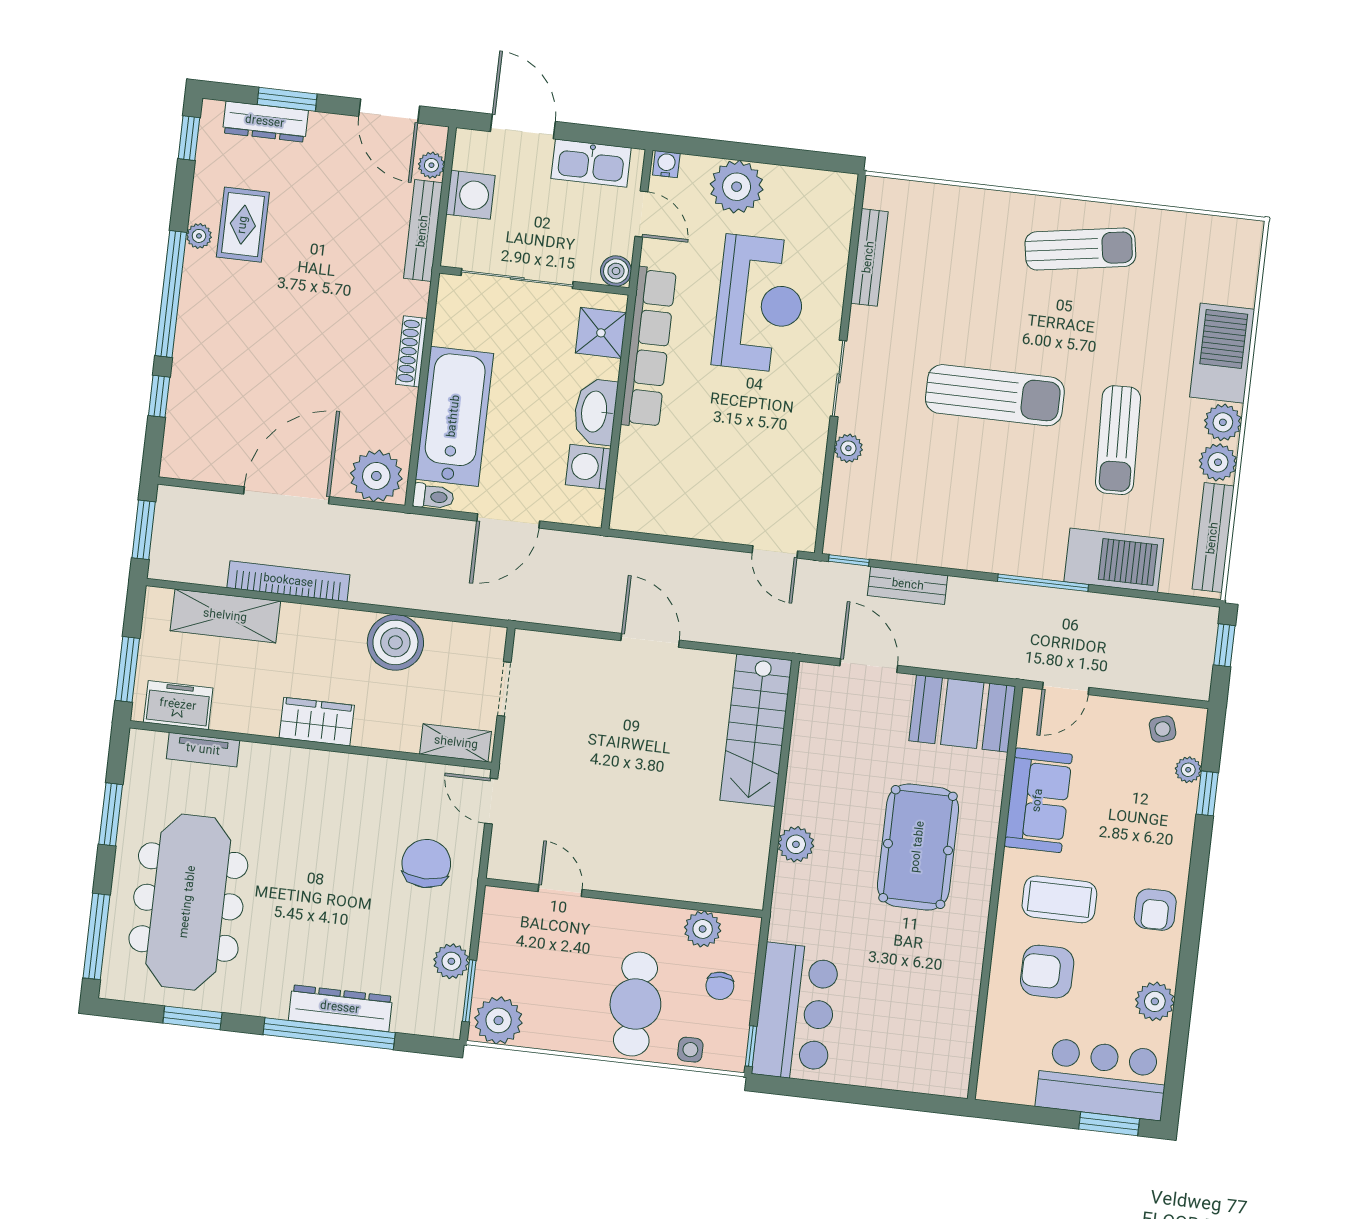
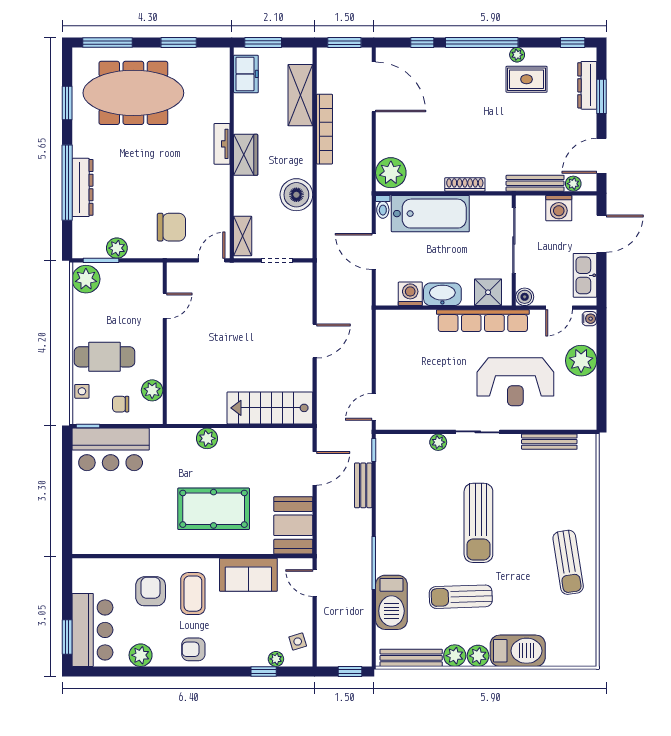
door: (287, 495) -> (374, 87), moved
tv unit: (203, 750) -> (222, 144), moved

